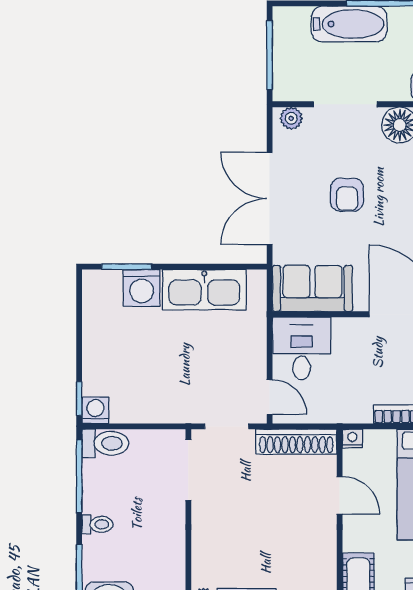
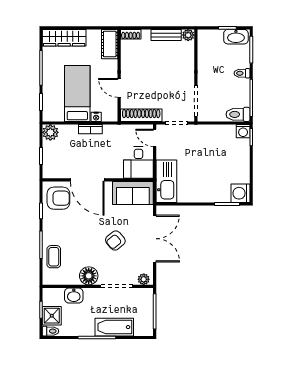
armchair: (347, 195) -> (115, 240), turned -130
washing machine: (142, 288) -> (240, 193), moved, turned -90
kitchen sink: (204, 290) -> (166, 181), moved, turned 90
nightstand: (352, 438) -> (96, 117), moved

